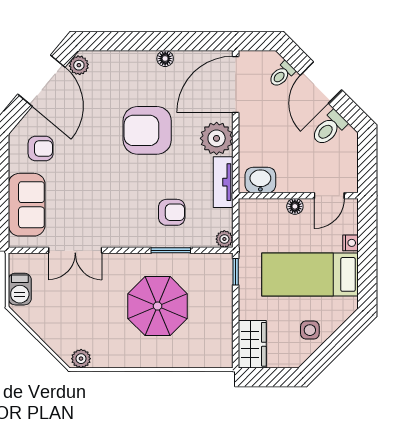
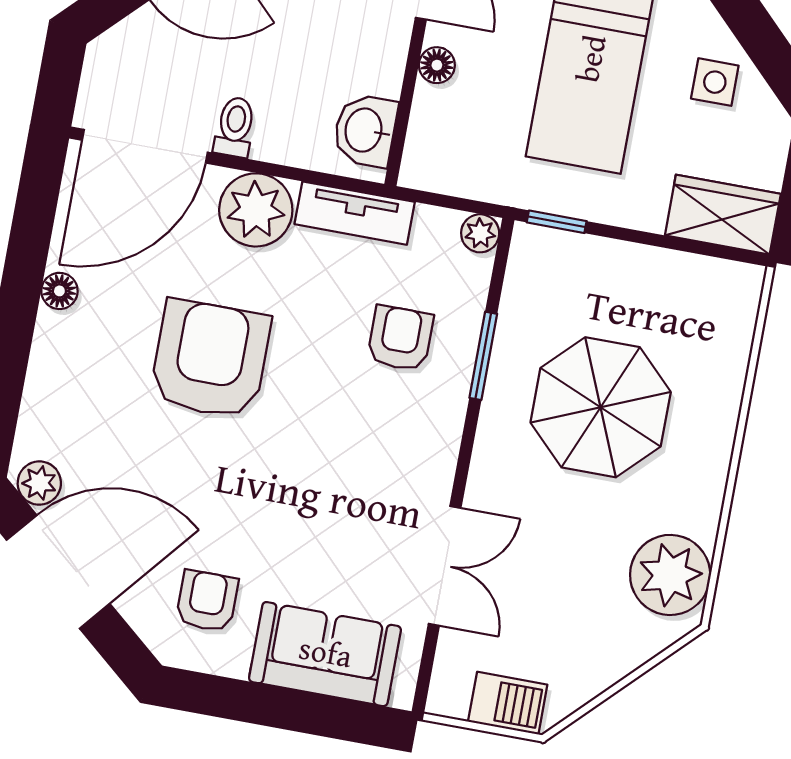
toilet: (282, 74) -> (235, 127), moved, turned -135
door: (236, 84) -> (145, 146), hinge flipped
armchair: (147, 130) -> (210, 359), turned 180
plant: (81, 359) -> (670, 575), width x1.88, depth x1.88

